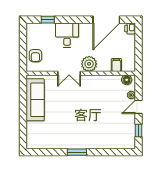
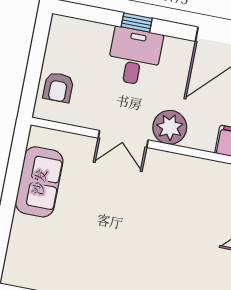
window: (48, 20) -> (137, 23), moved
sofa: (35, 100) -> (39, 182), width x0.73

